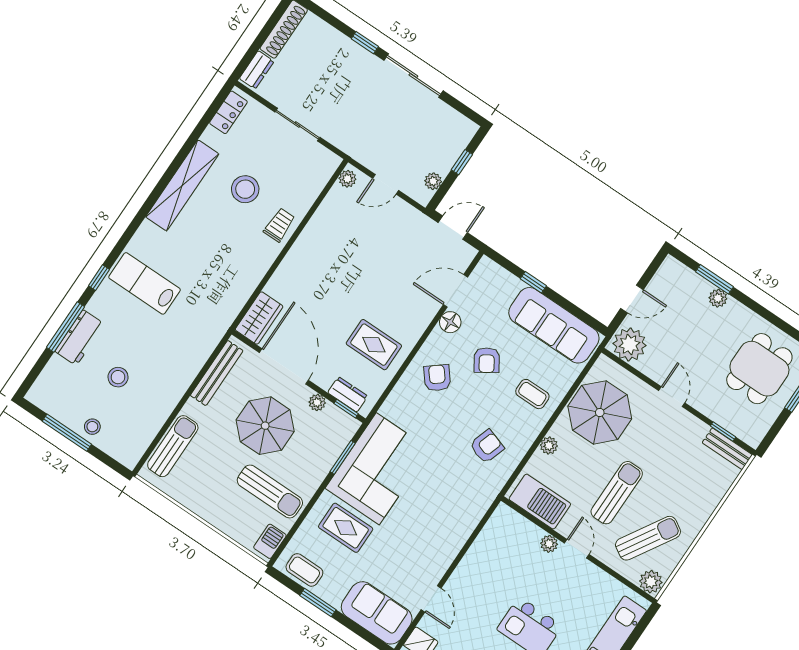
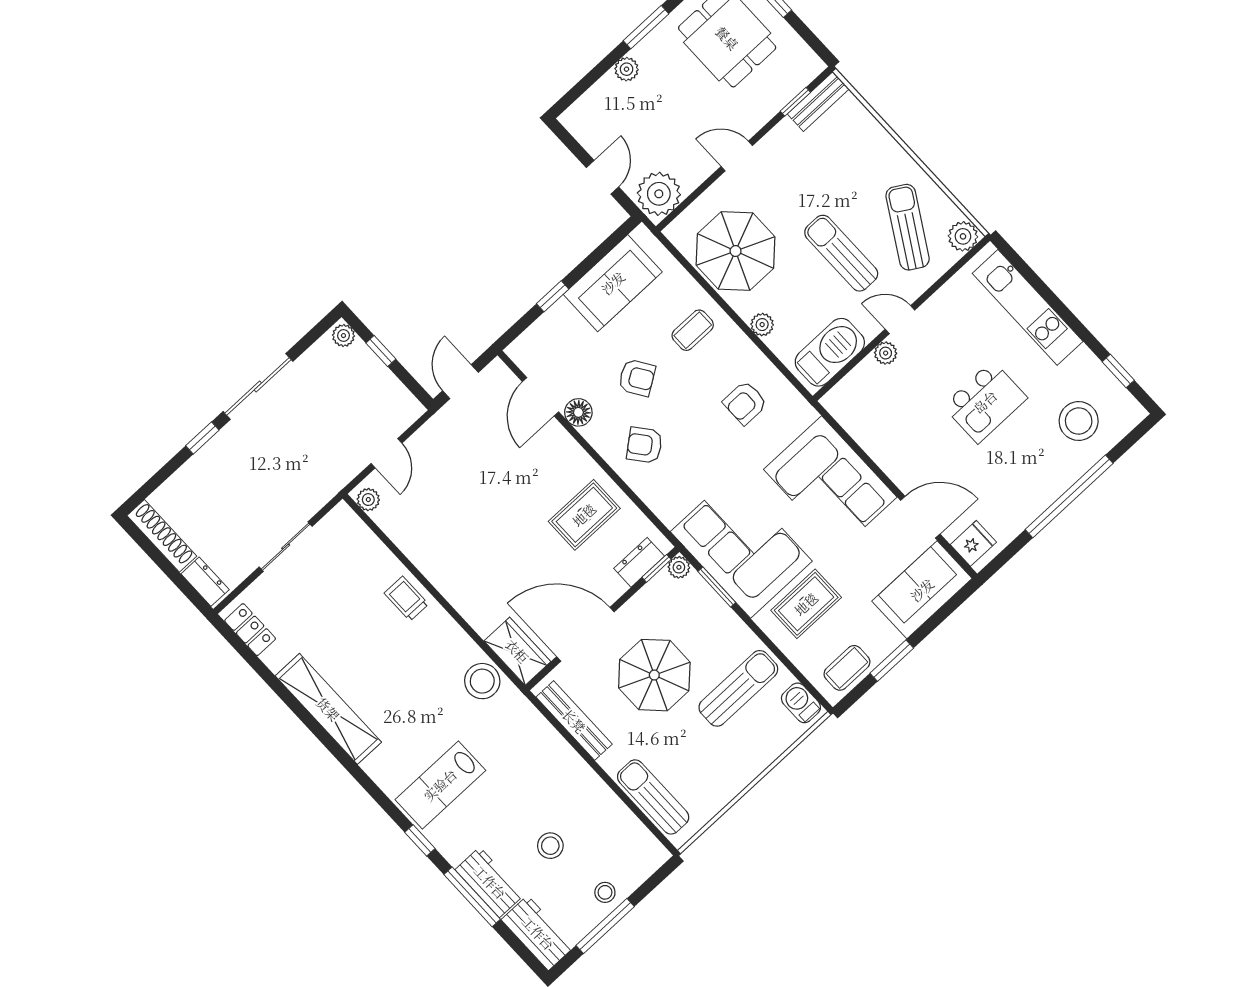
plant: (433, 181) -> (343, 336), moved
stool: (245, 189) -> (482, 681), moved
window: (714, 279) -> (646, 27), moved
sofa: (554, 325) -> (613, 283), width x0.73
workbench: (50, 383) -> (538, 933), added
plant: (317, 402) -> (679, 567), moved
armchair: (487, 446) -> (745, 403), turned -108
corner sofa: (441, 525) -> (830, 483), added
door: (431, 599) -> (920, 517), width x1.38

